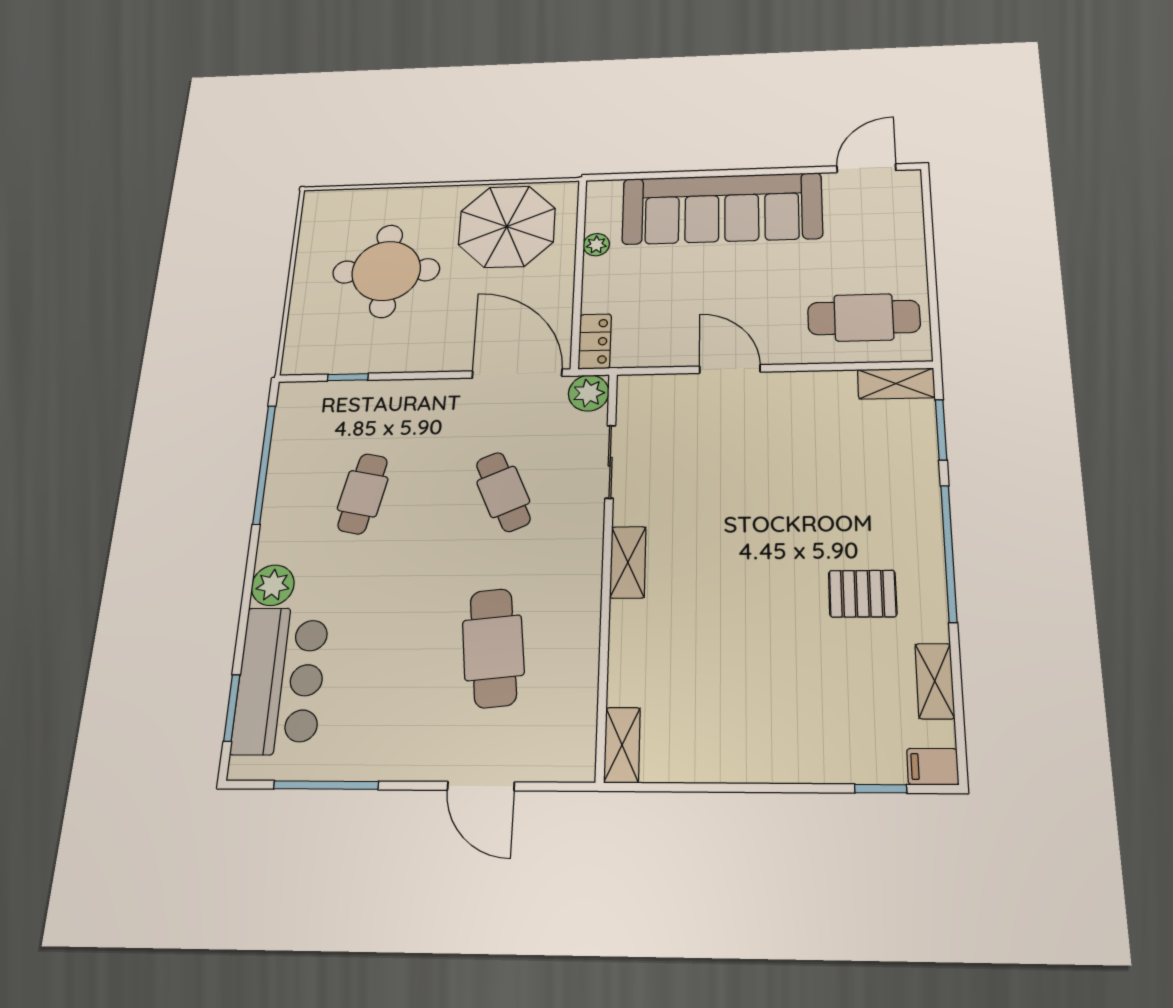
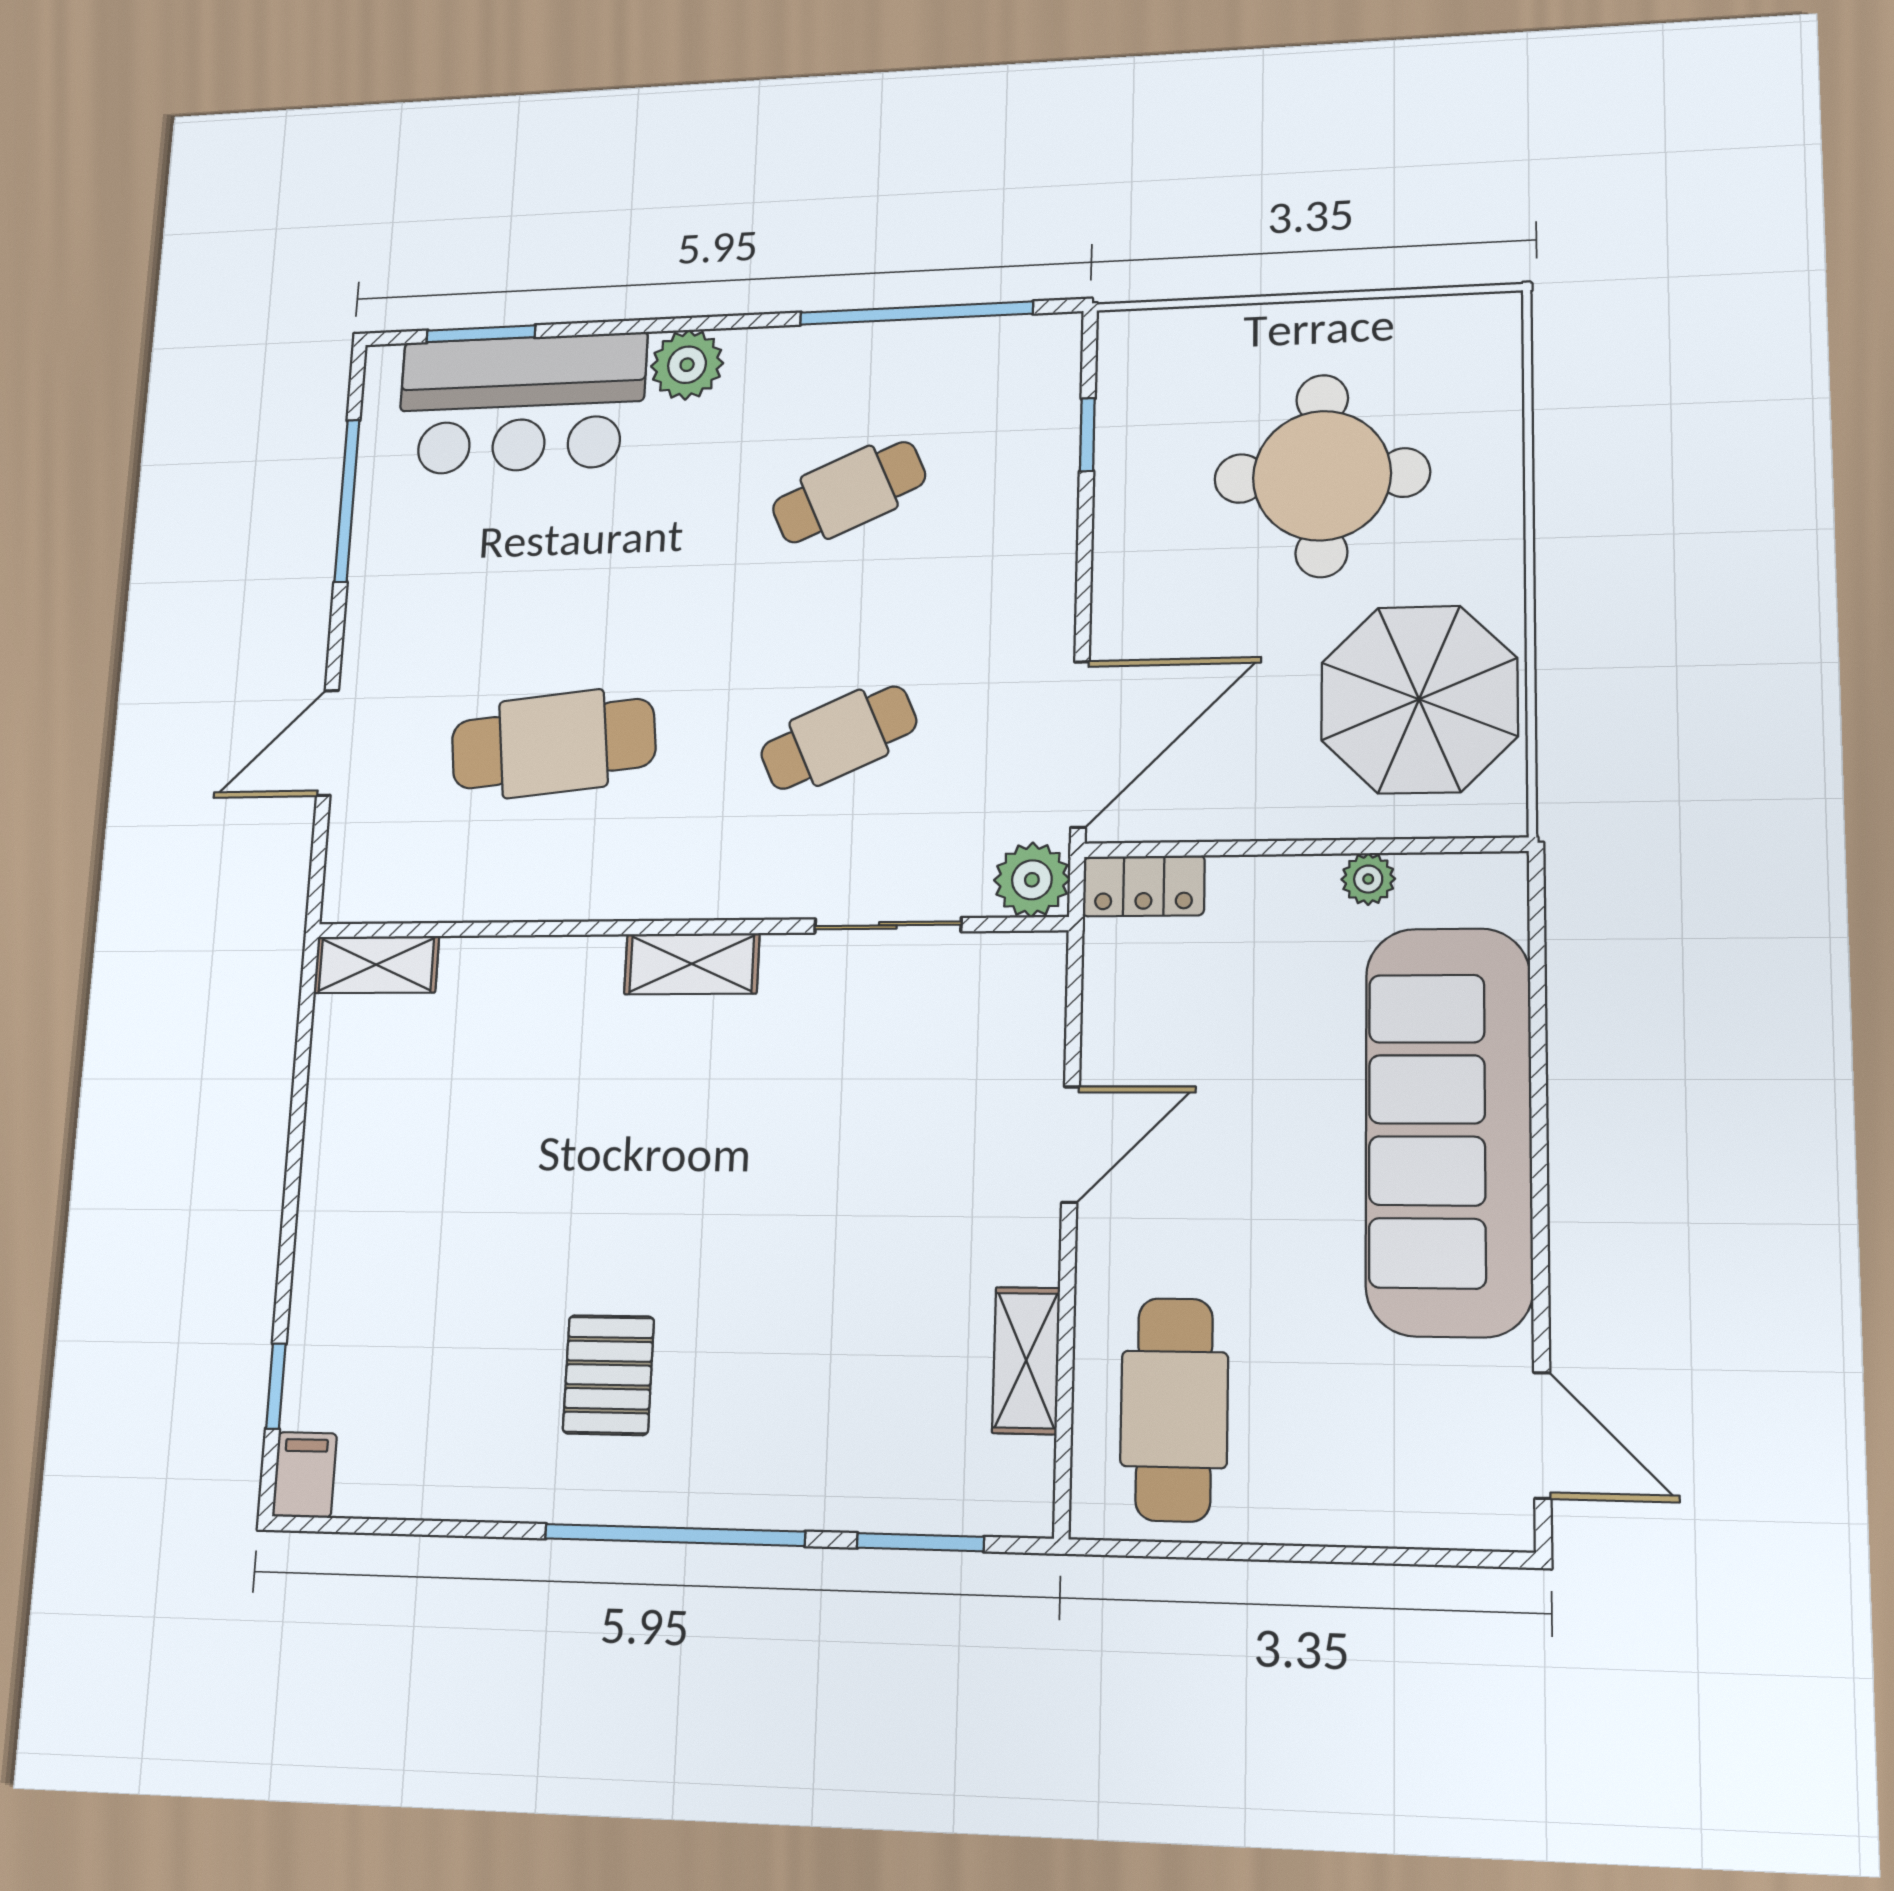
shelving: (896, 384) -> (1026, 1360), moved
cafe table: (363, 494) -> (849, 492), turned -36
shelving: (935, 681) -> (446, 1490), removed

